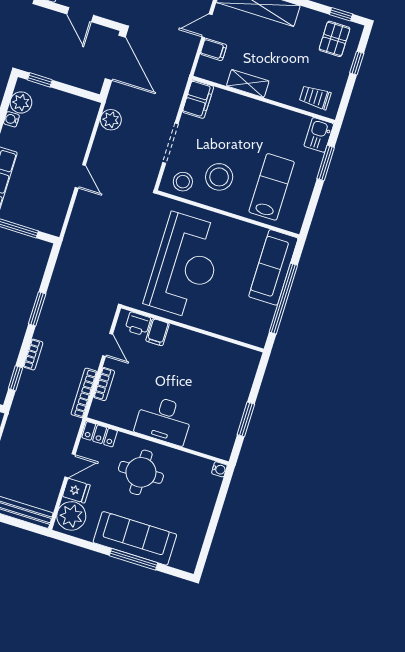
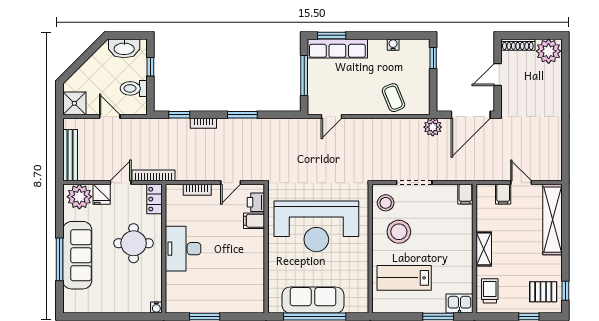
shelving: (248, 83) -> (484, 249), moved
filing cabinet: (198, 99) -> (465, 194), width x0.50
plant: (21, 102) -> (409, 48), removed
plant: (111, 120) -> (433, 127), moved
coffee table: (70, 137) -> (393, 98), added
door: (80, 176) -> (331, 116), moved
lab bench: (272, 187) -> (404, 278), turned 180
sofa: (273, 267) -> (313, 300), moved
bookcase: (84, 393) -> (154, 175), moved
door: (70, 466) -> (121, 183), swing flipped

